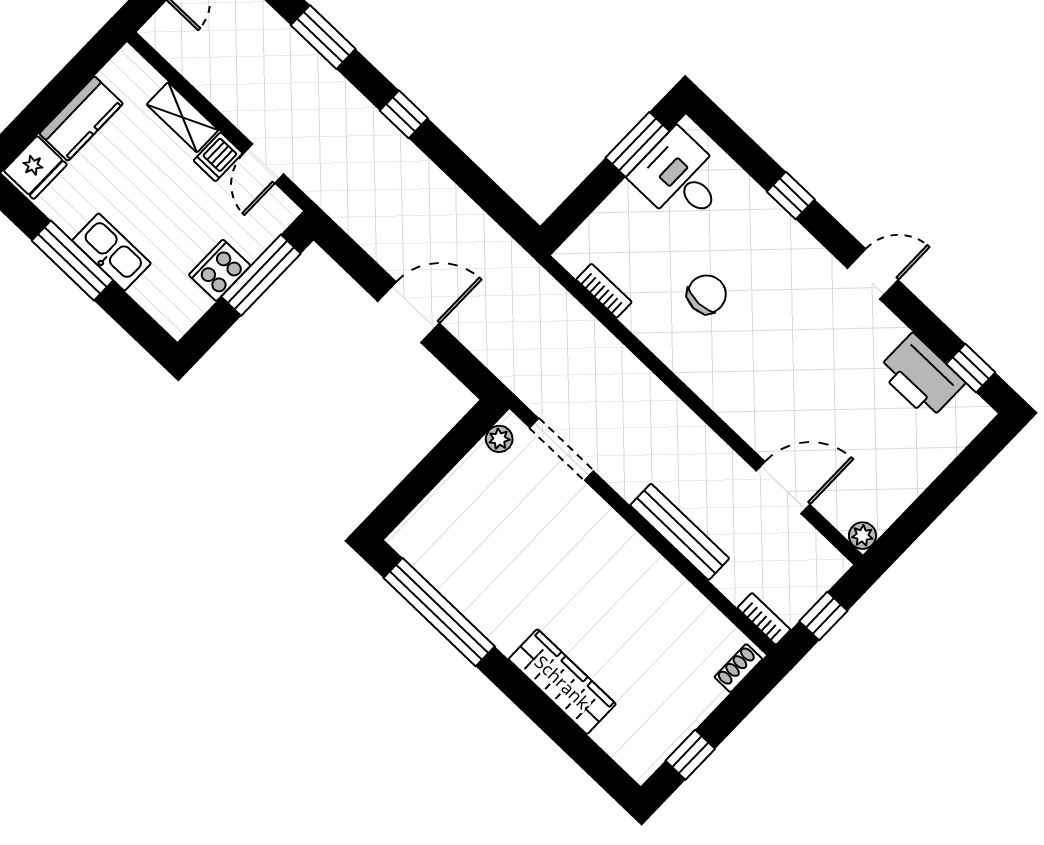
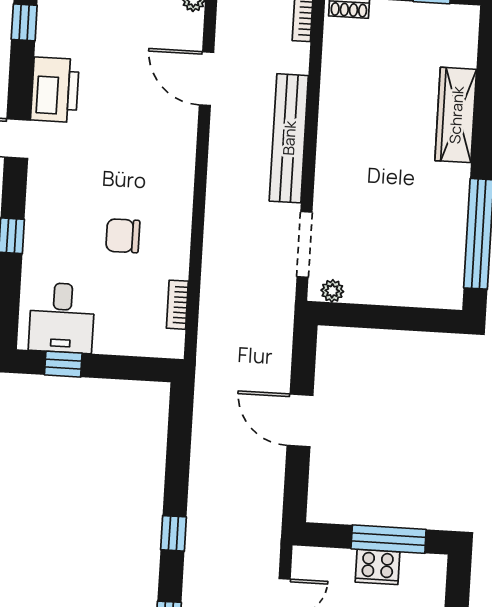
window: (638, 144) -> (63, 364), width x0.67
window: (261, 275) -> (389, 539), moved
printer: (921, 376) -> (55, 90), moved
bench: (680, 532) -> (289, 138), width x1.37, depth x1.21

